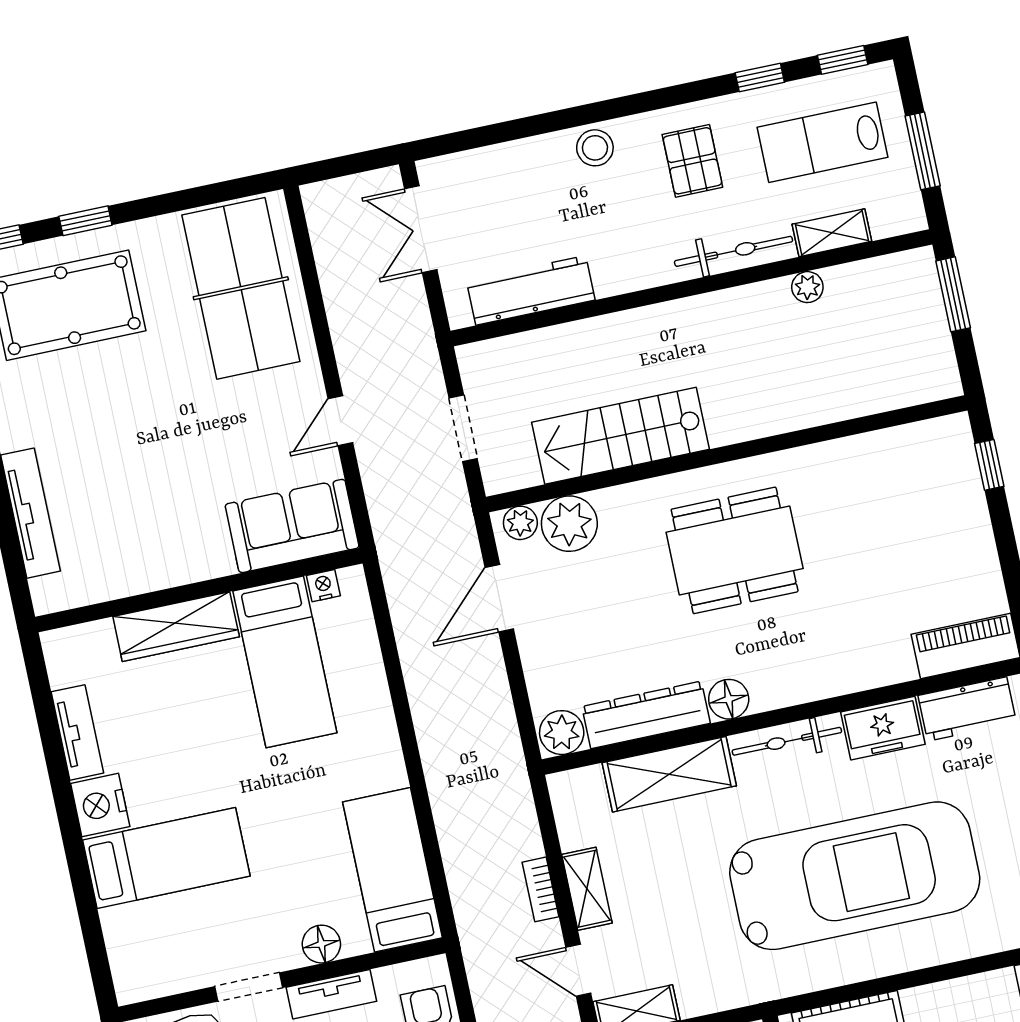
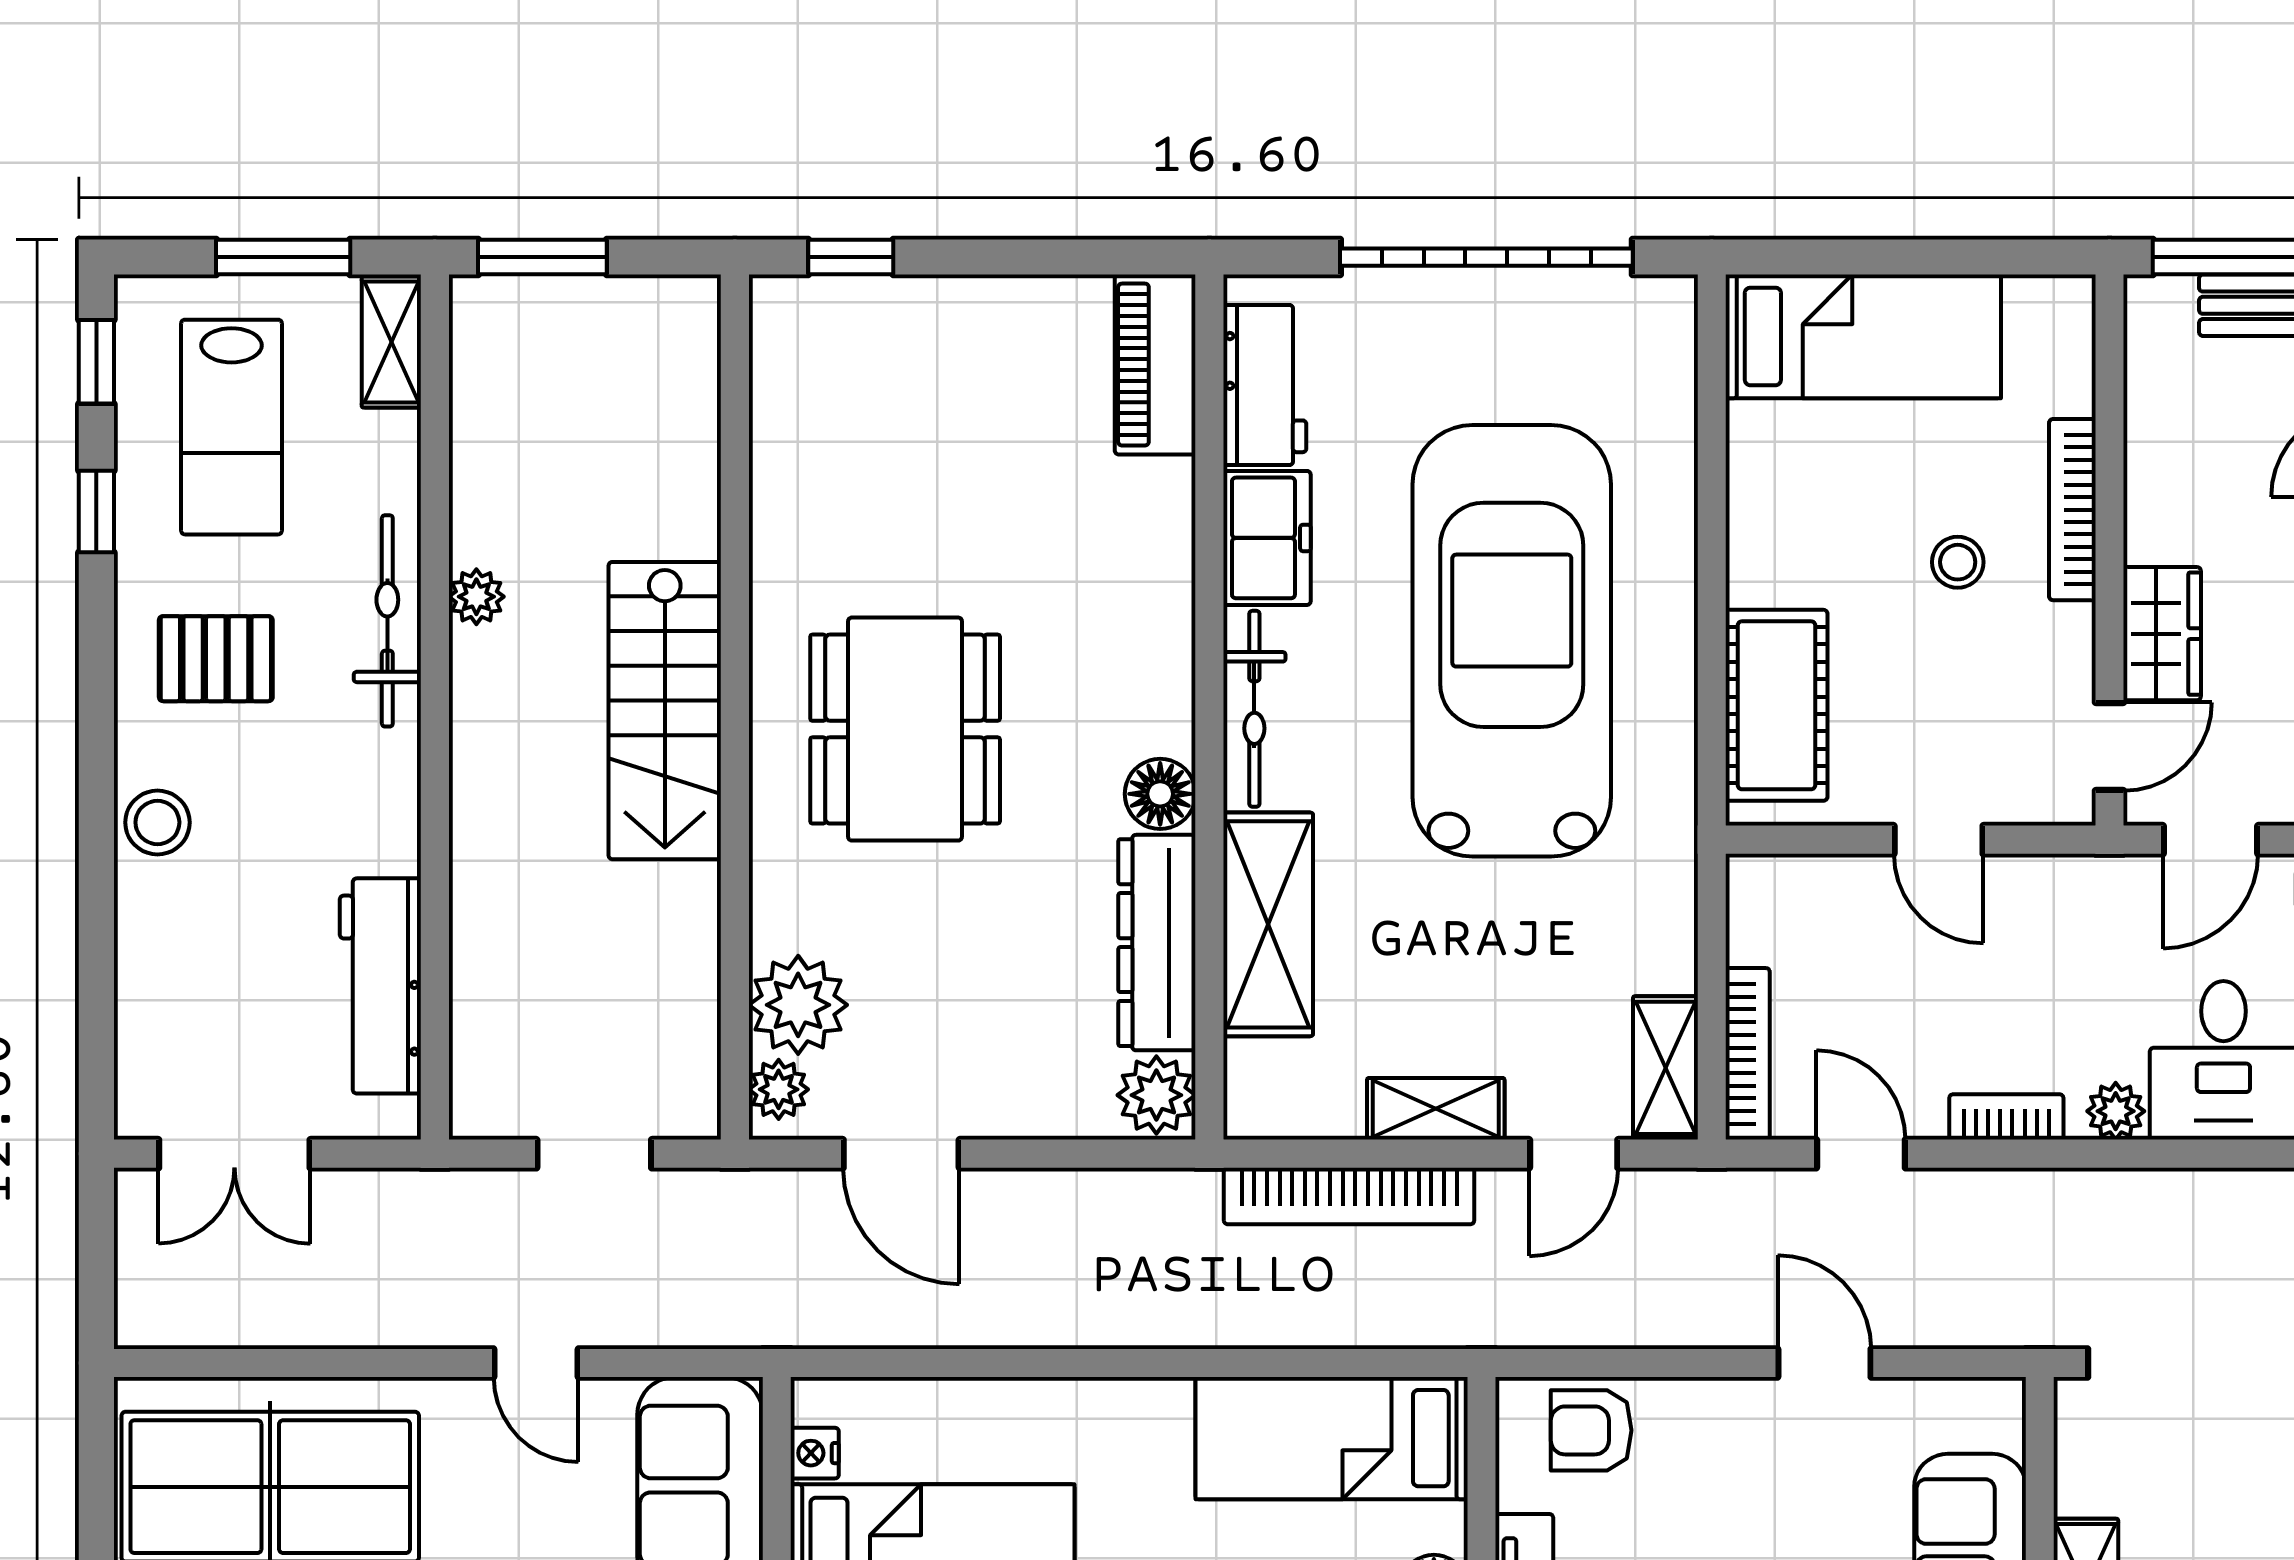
shelving: (832, 233) -> (391, 342), moved
plant: (807, 287) -> (476, 597), moved
stairs: (620, 436) -> (665, 711), moved
bookcase: (541, 889) -> (1349, 1196), width x2.31, depth x1.31

